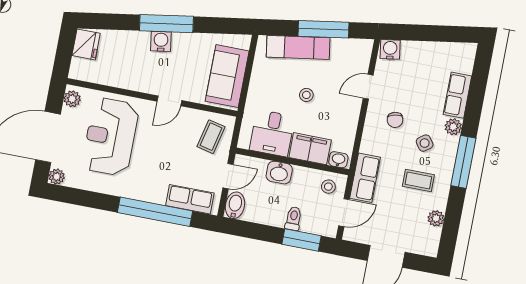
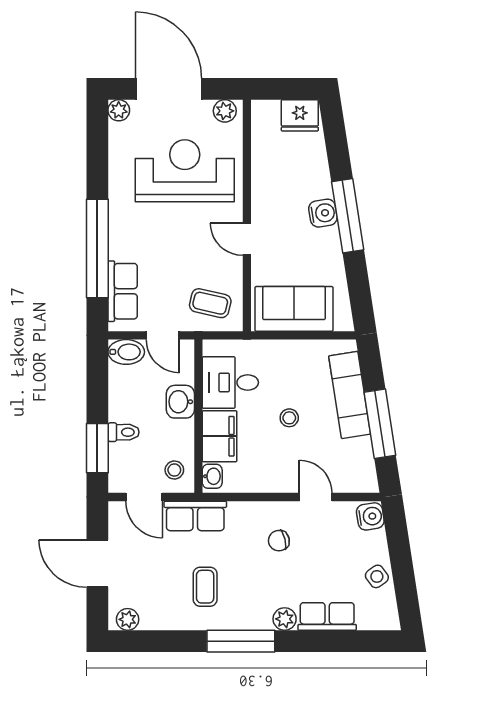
side table: (425, 143) -> (377, 576), moved
plant: (436, 218) -> (128, 619), moved

